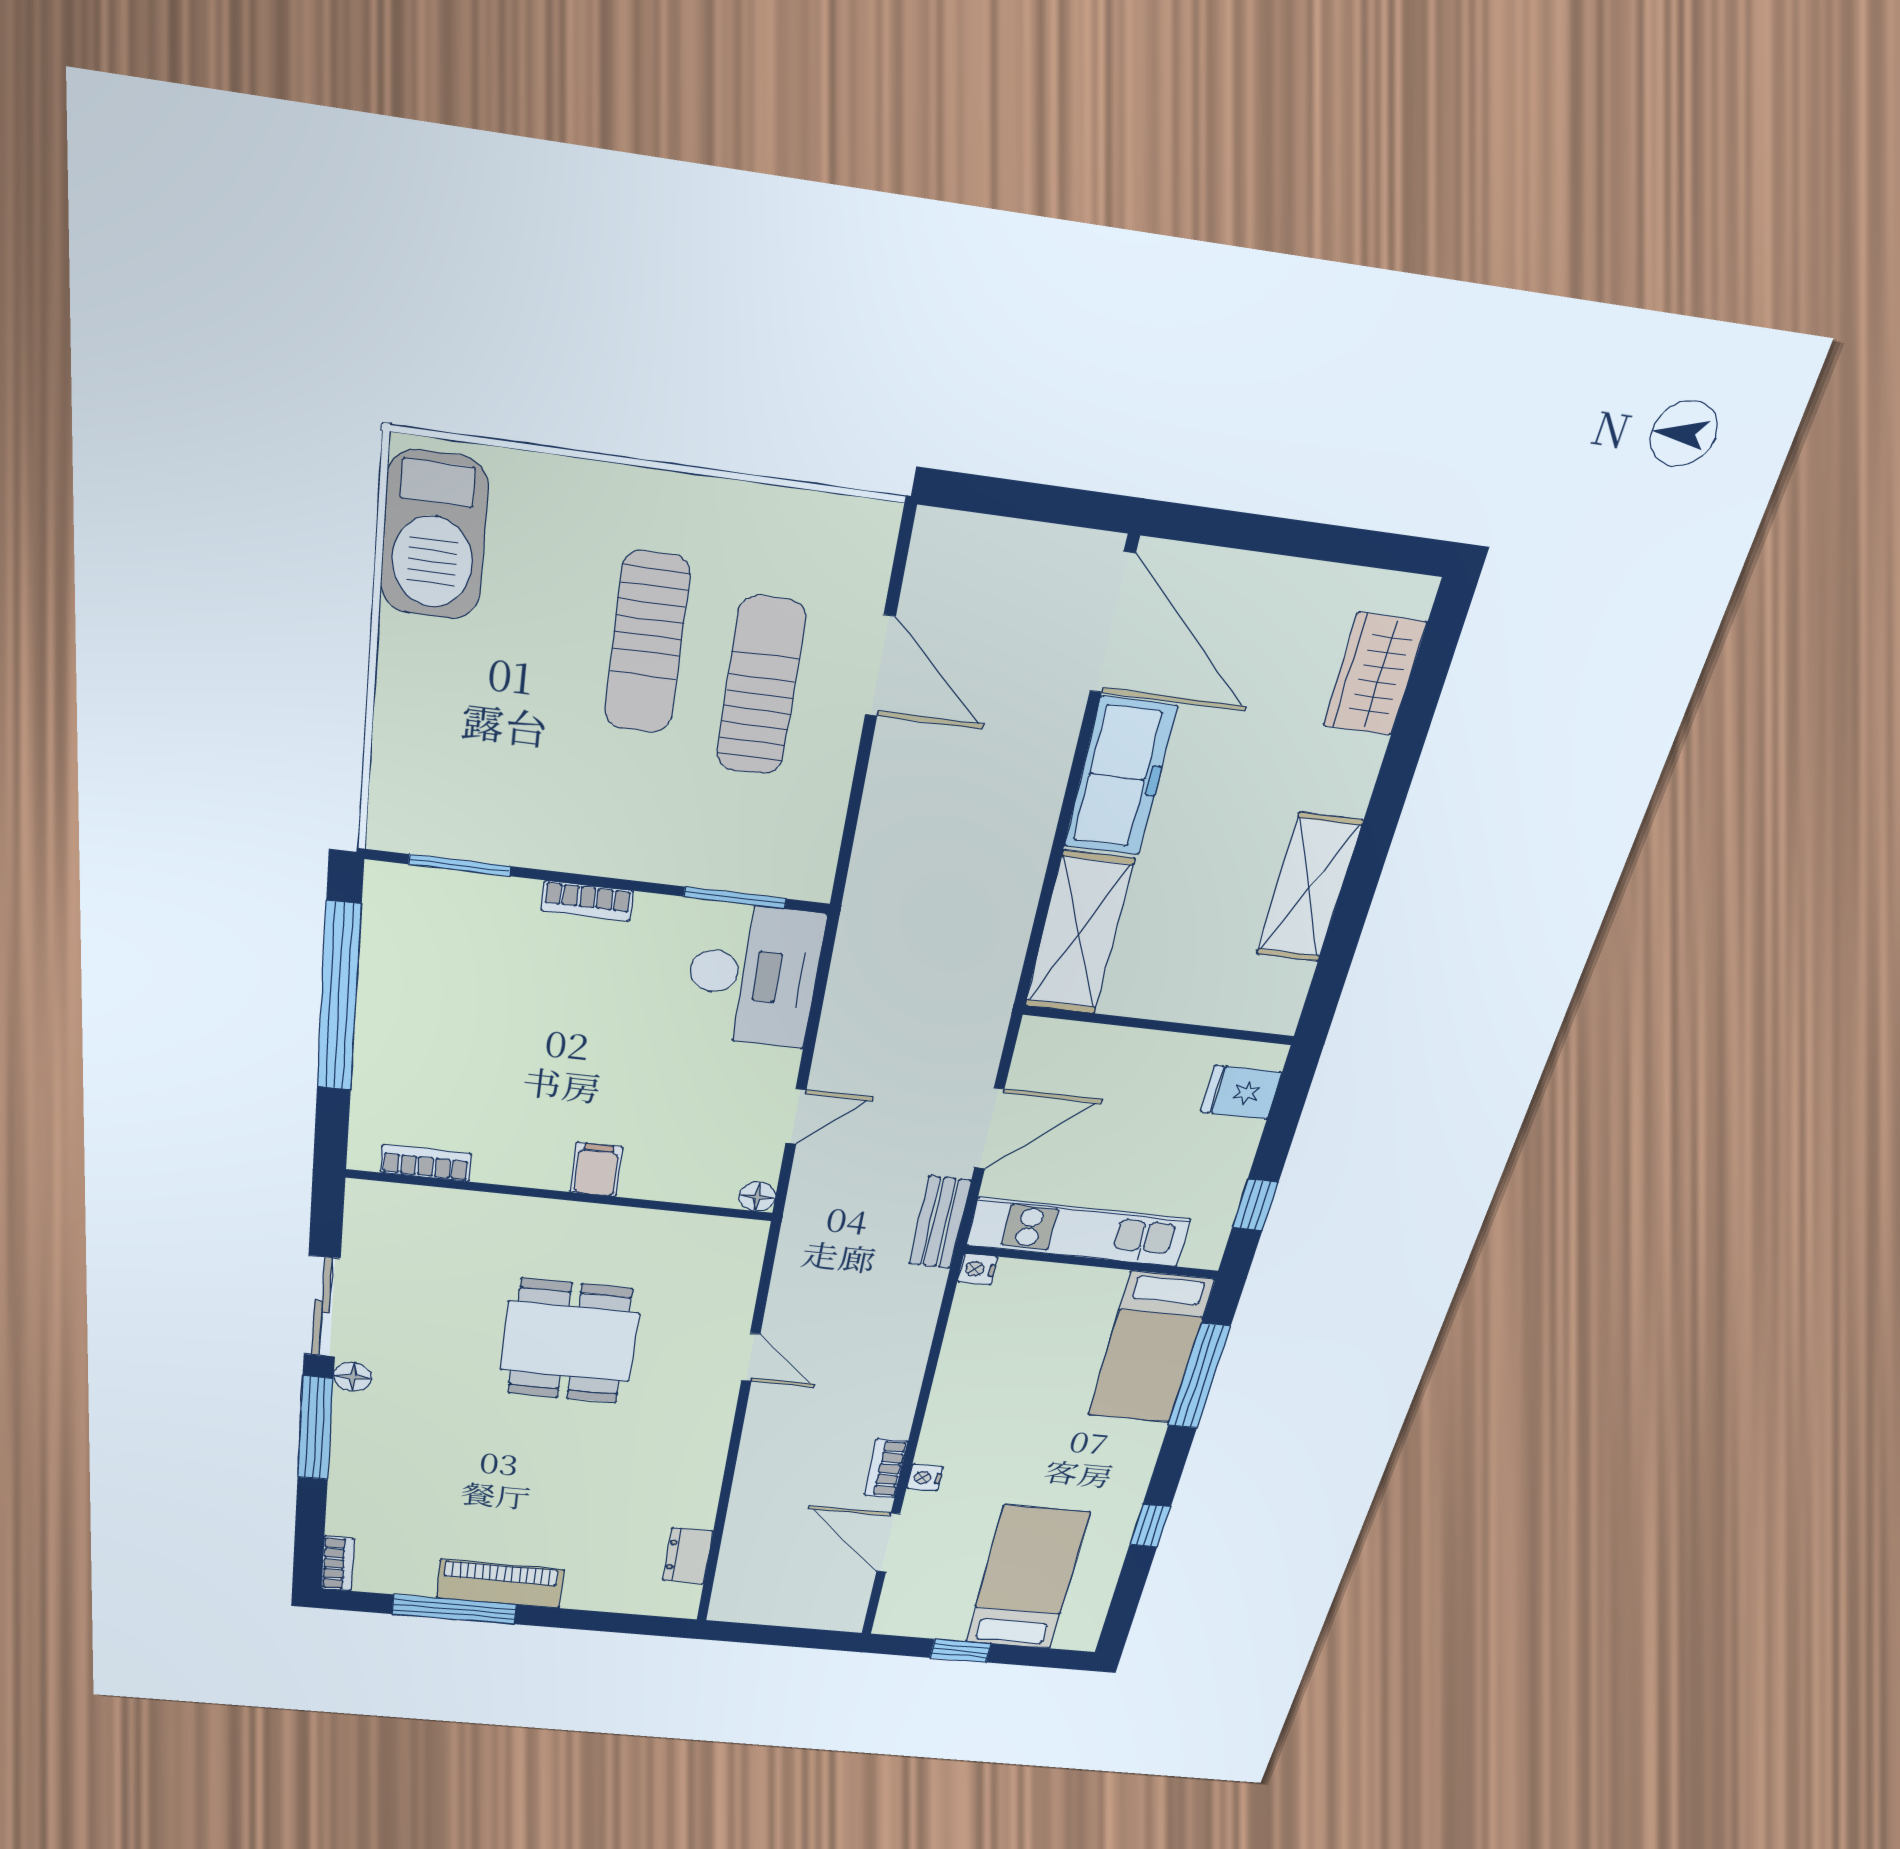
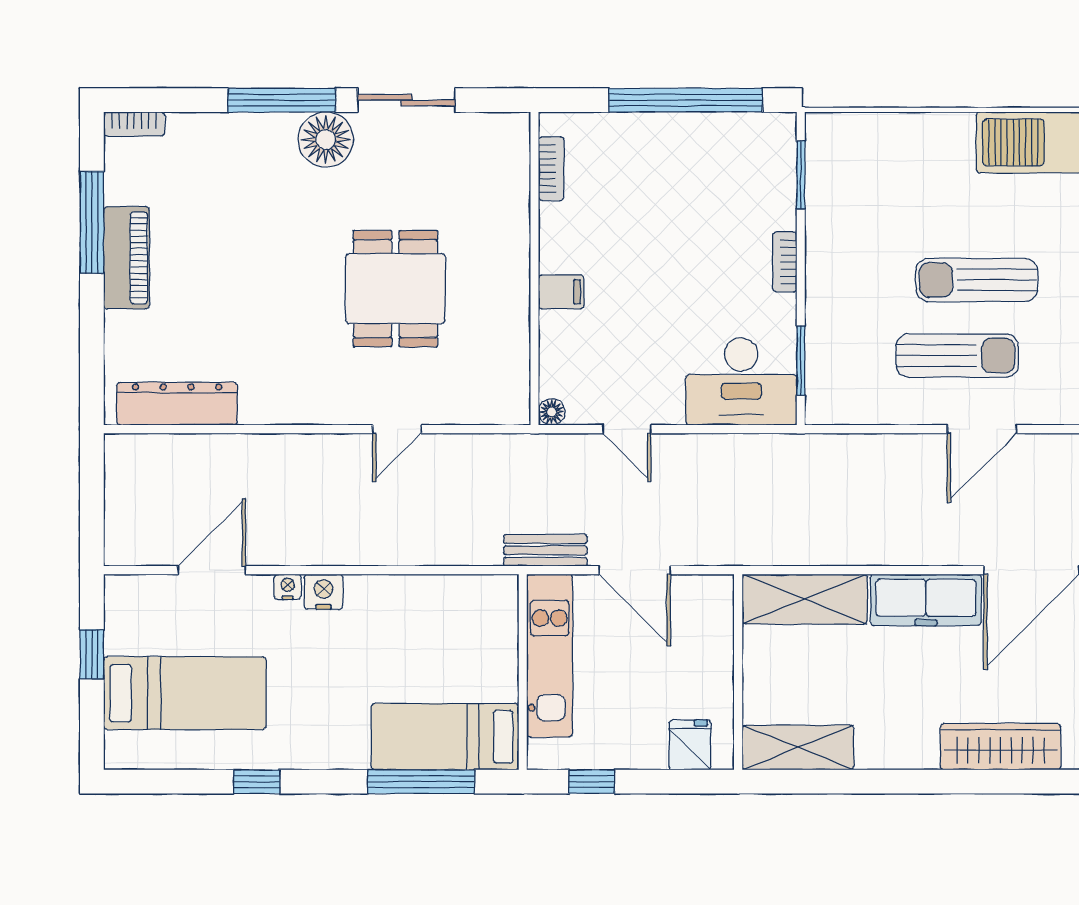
wardrobe: (1375, 674) -> (1000, 747), width x1.50
shelving: (1309, 888) -> (798, 748), moved
nightstand: (977, 1269) -> (323, 592), moved, width x1.39, depth x1.35
dining table: (569, 1341) -> (395, 289), turned 90
floor lamp: (353, 1377) -> (326, 140), width x1.89, depth x1.89
bookcase: (886, 1468) -> (294, 554), removed
dresser: (688, 1556) -> (177, 404), width x1.96, depth x1.24

